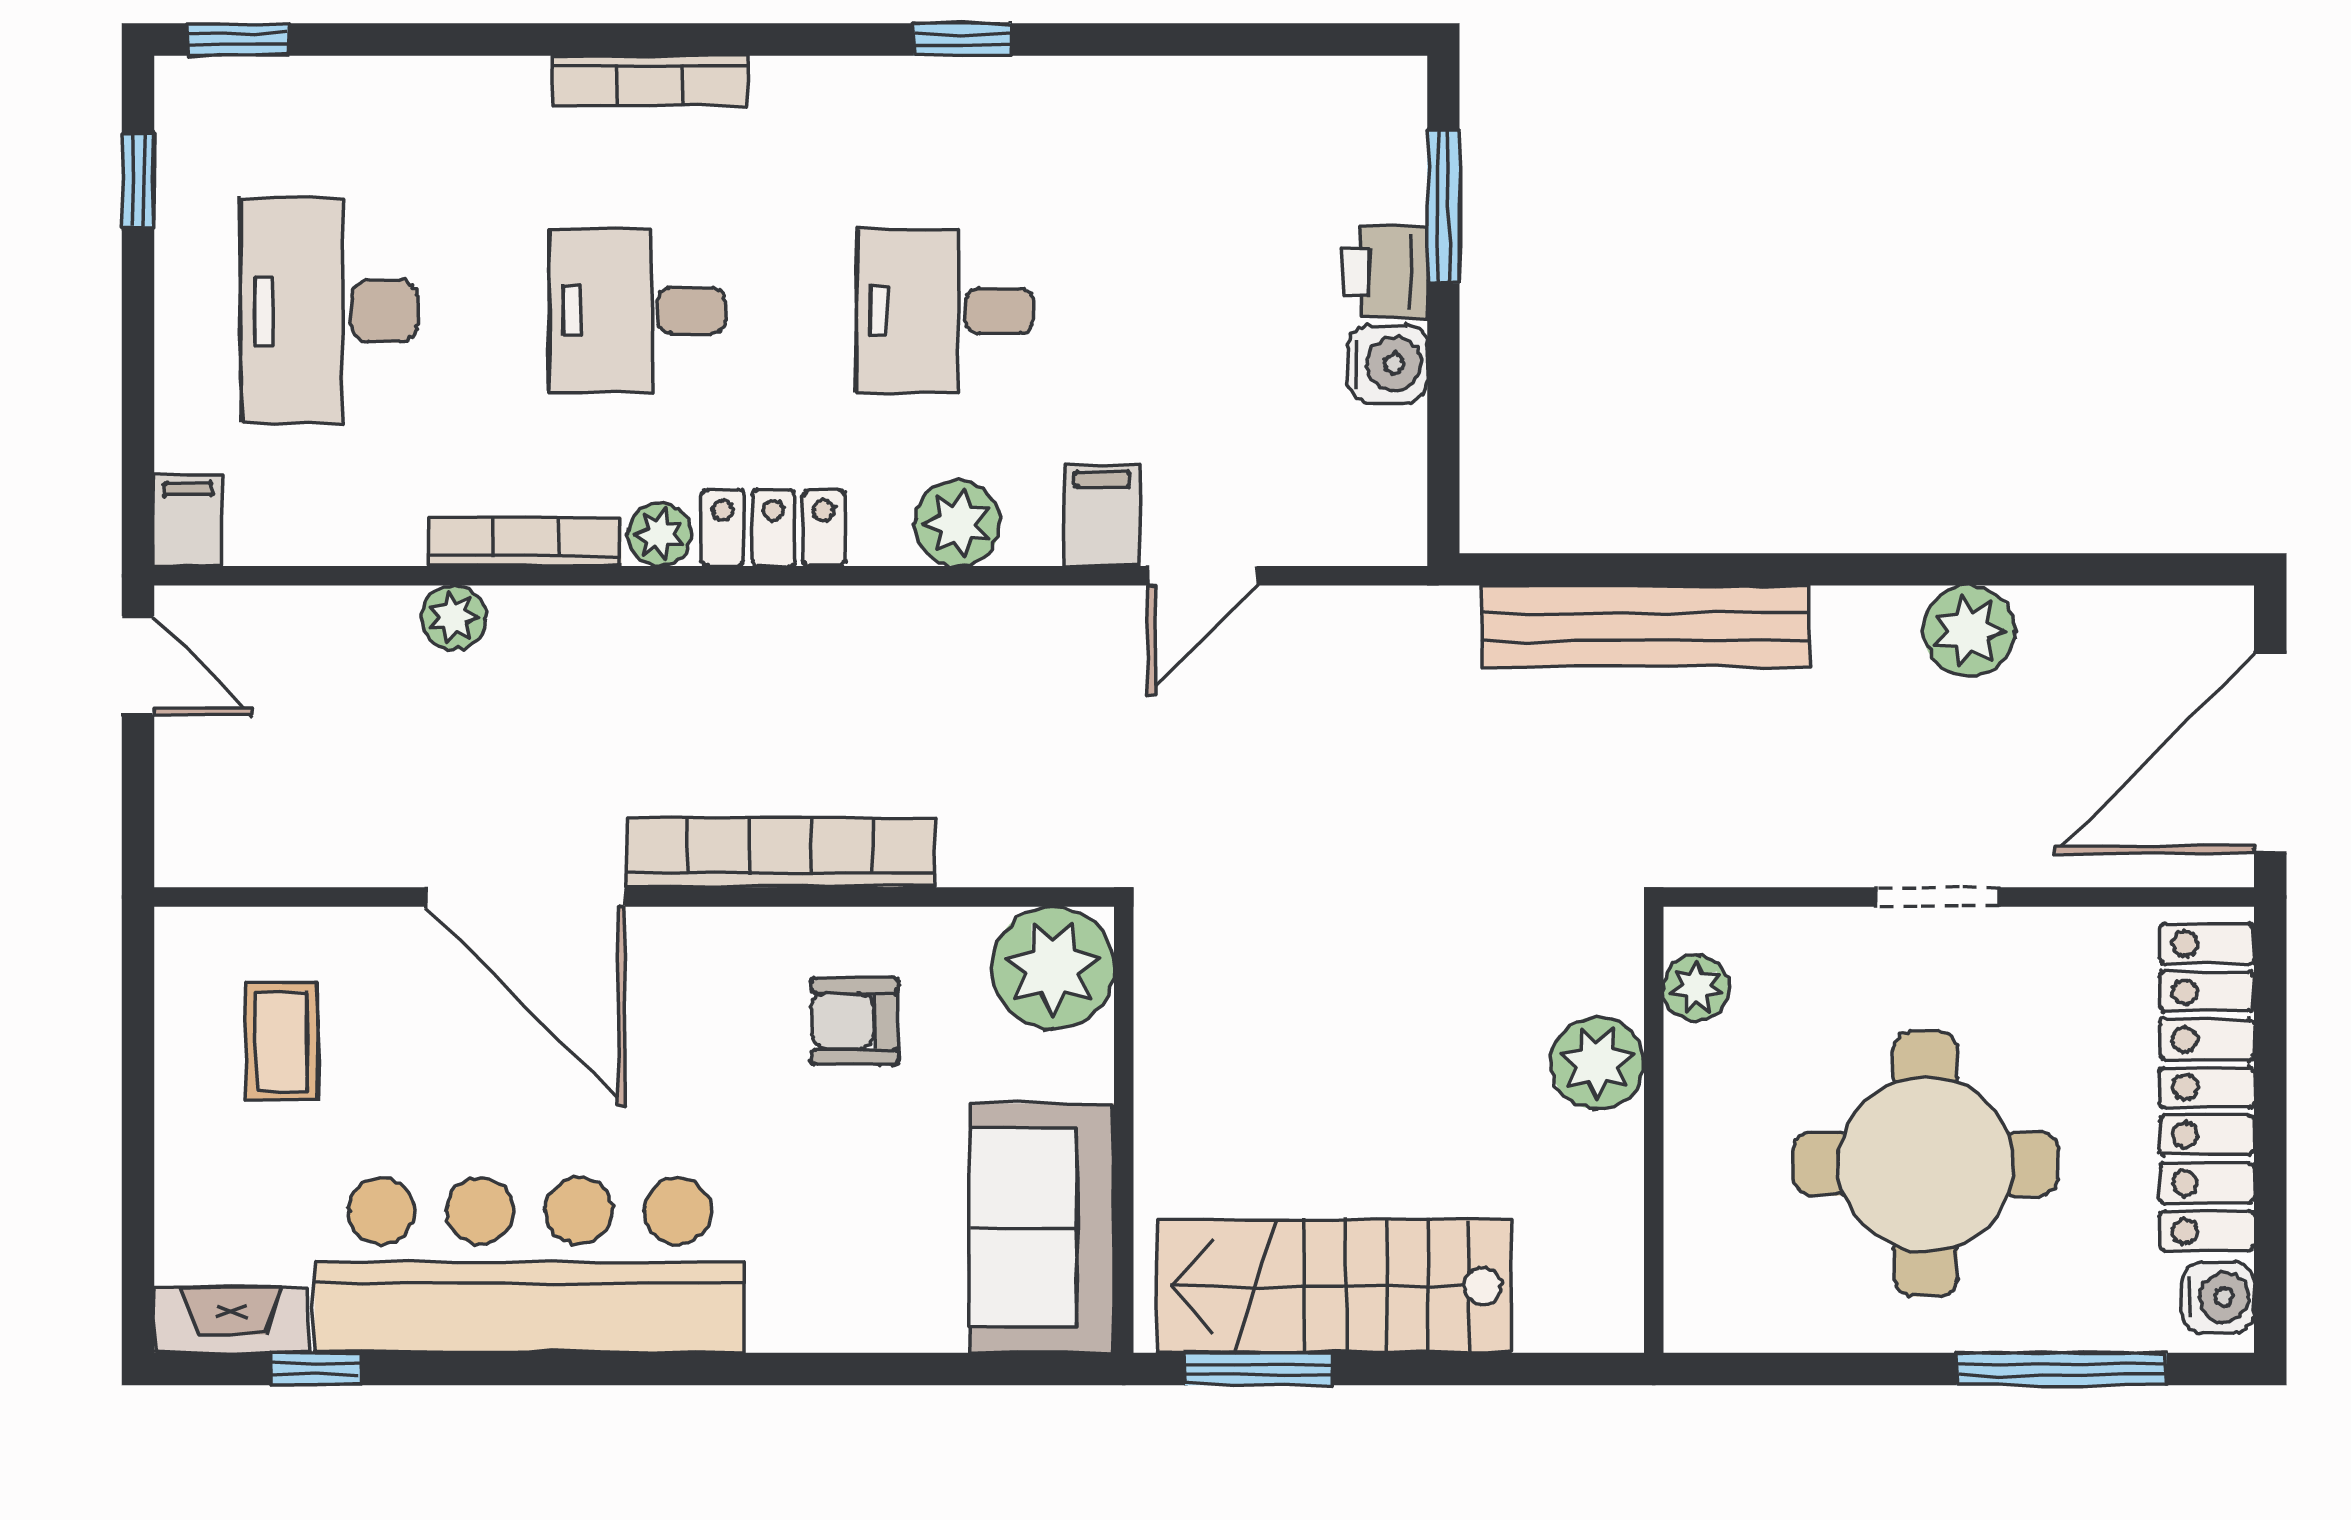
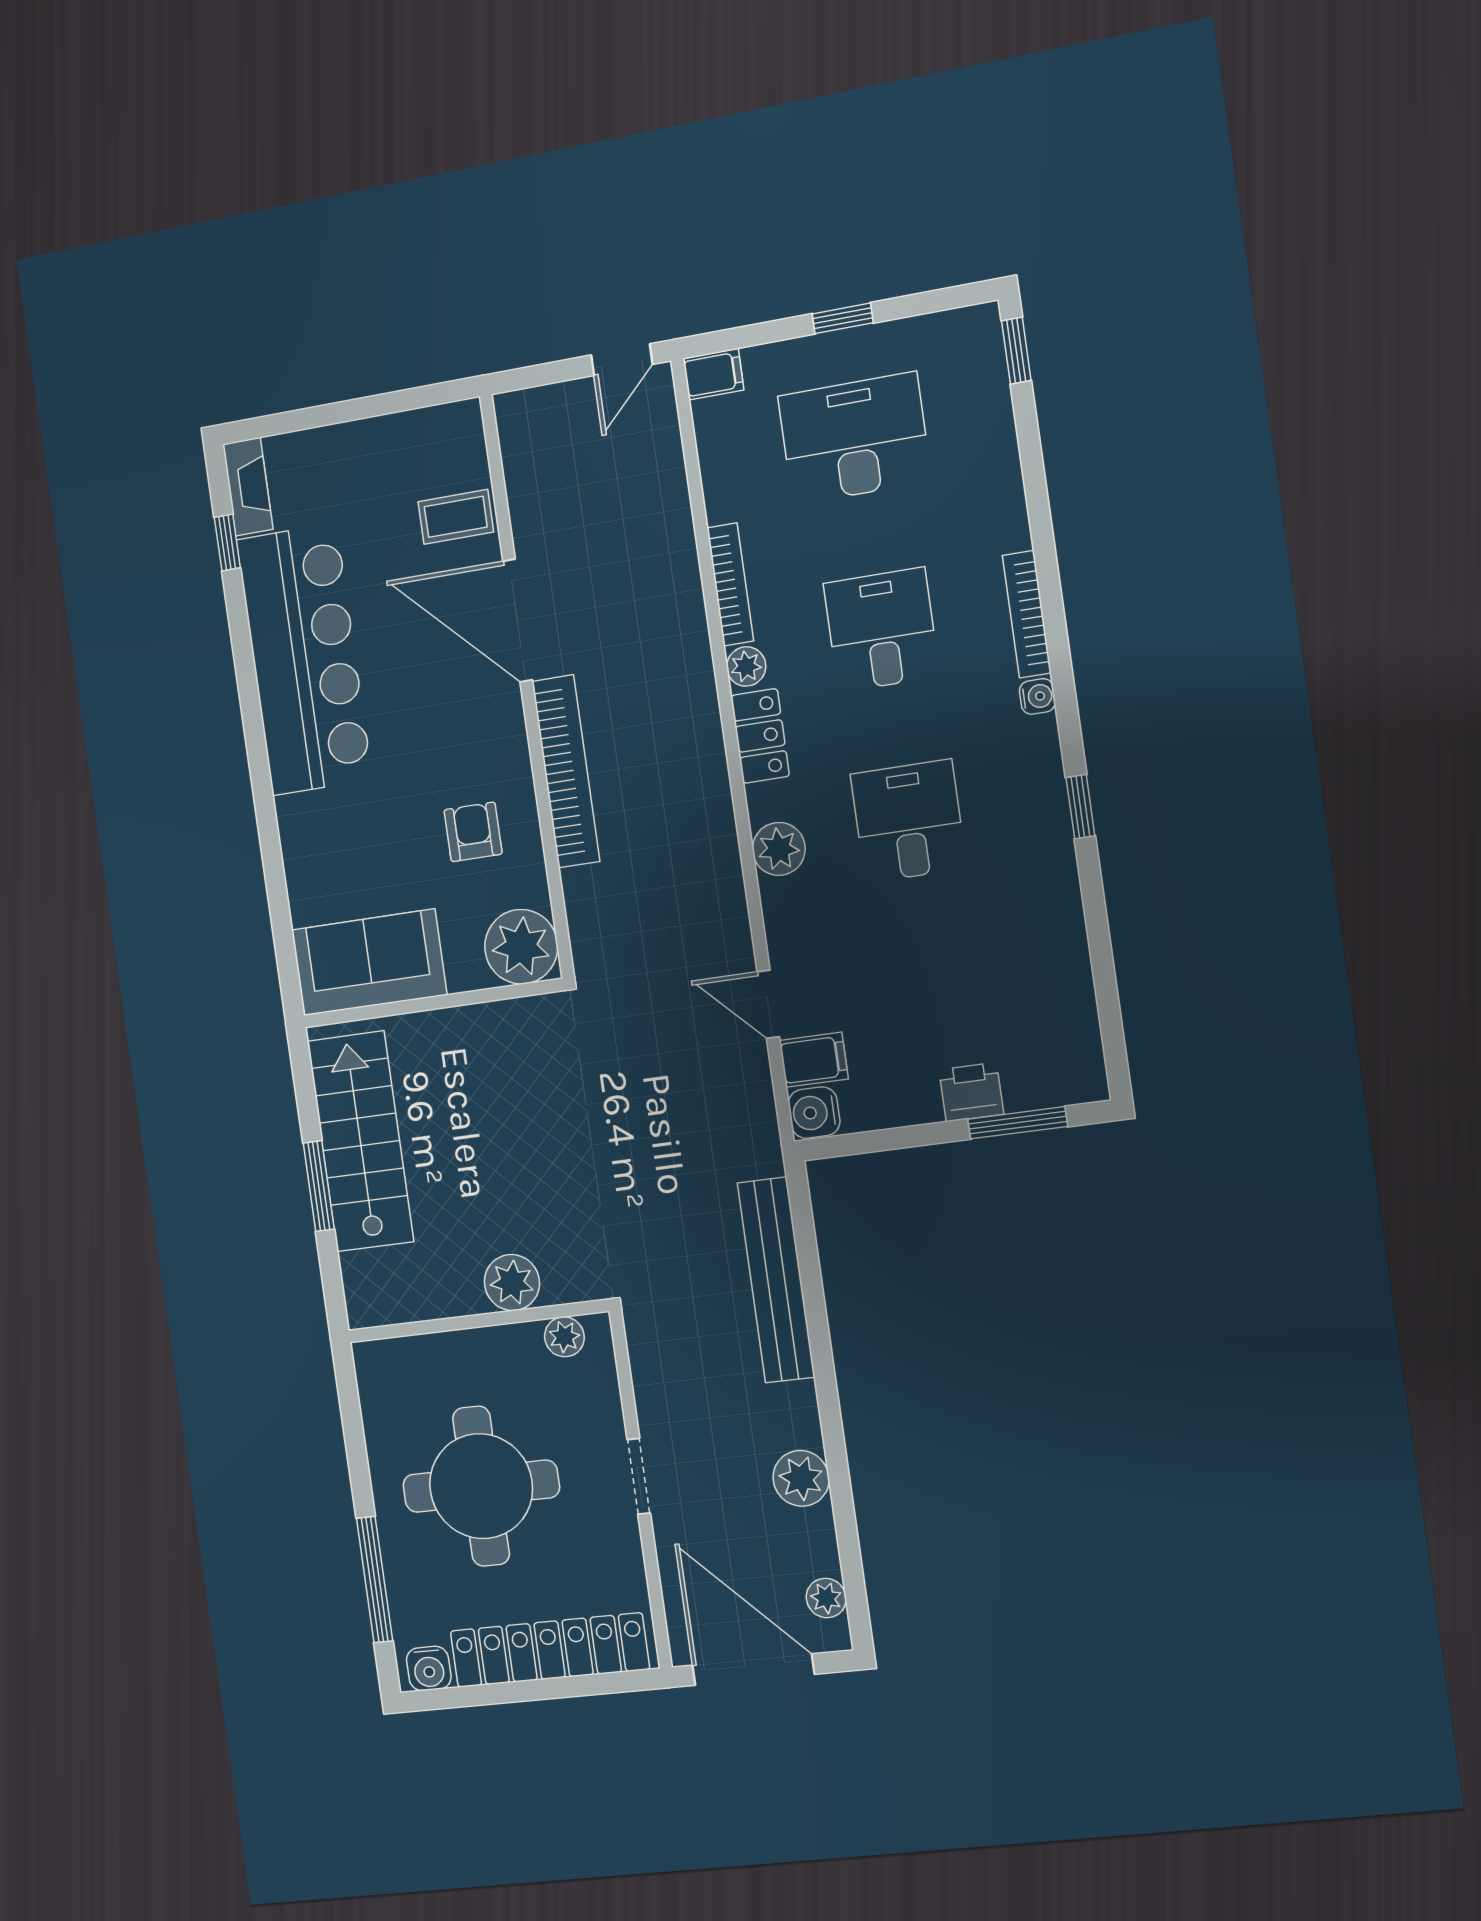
water cooler: (780, 82) -> (1037, 696), added
window: (138, 180) -> (843, 318), moved
water cooler: (1388, 364) -> (814, 1113), moved, turned 90
filing cabinet: (1102, 515) -> (814, 1060), moved
plant: (453, 618) -> (826, 1598), moved
door: (525, 897) -> (518, 621), hinge flipped
coffee table: (282, 1041) -> (456, 517), moved
window: (1260, 1369) -> (319, 1186), moved

